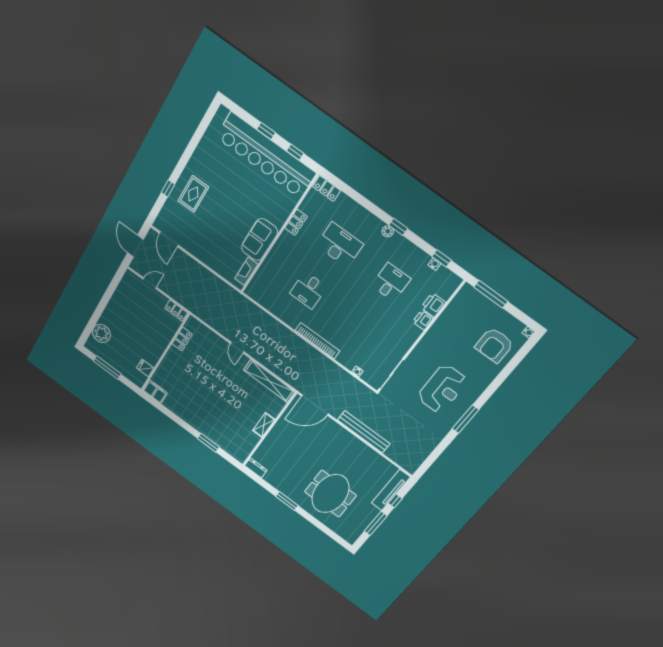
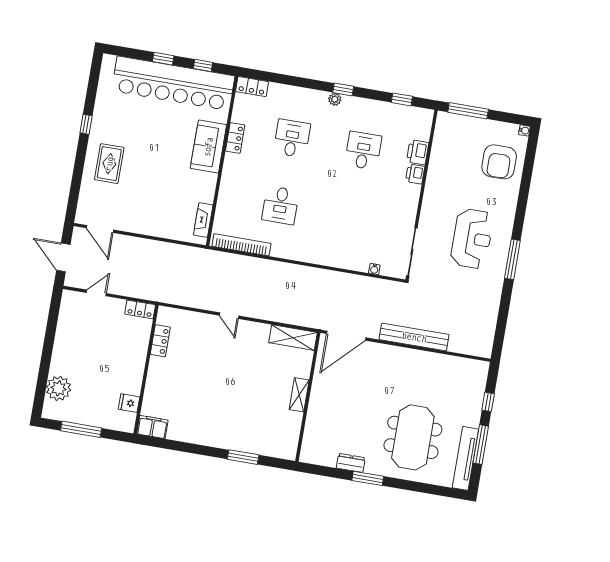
window: (168, 188) -> (86, 124), moved
sofa: (259, 240) -> (208, 147), moved
desk: (340, 245) -> (292, 138), width x0.73
water cooler: (435, 264) -> (398, 109), removed
bookcase: (317, 341) -> (241, 245), moved
shelving: (269, 381) -> (293, 338), width x0.68
dresser: (256, 468) -> (351, 463), moved
tv unit: (391, 490) -> (465, 458), moved

